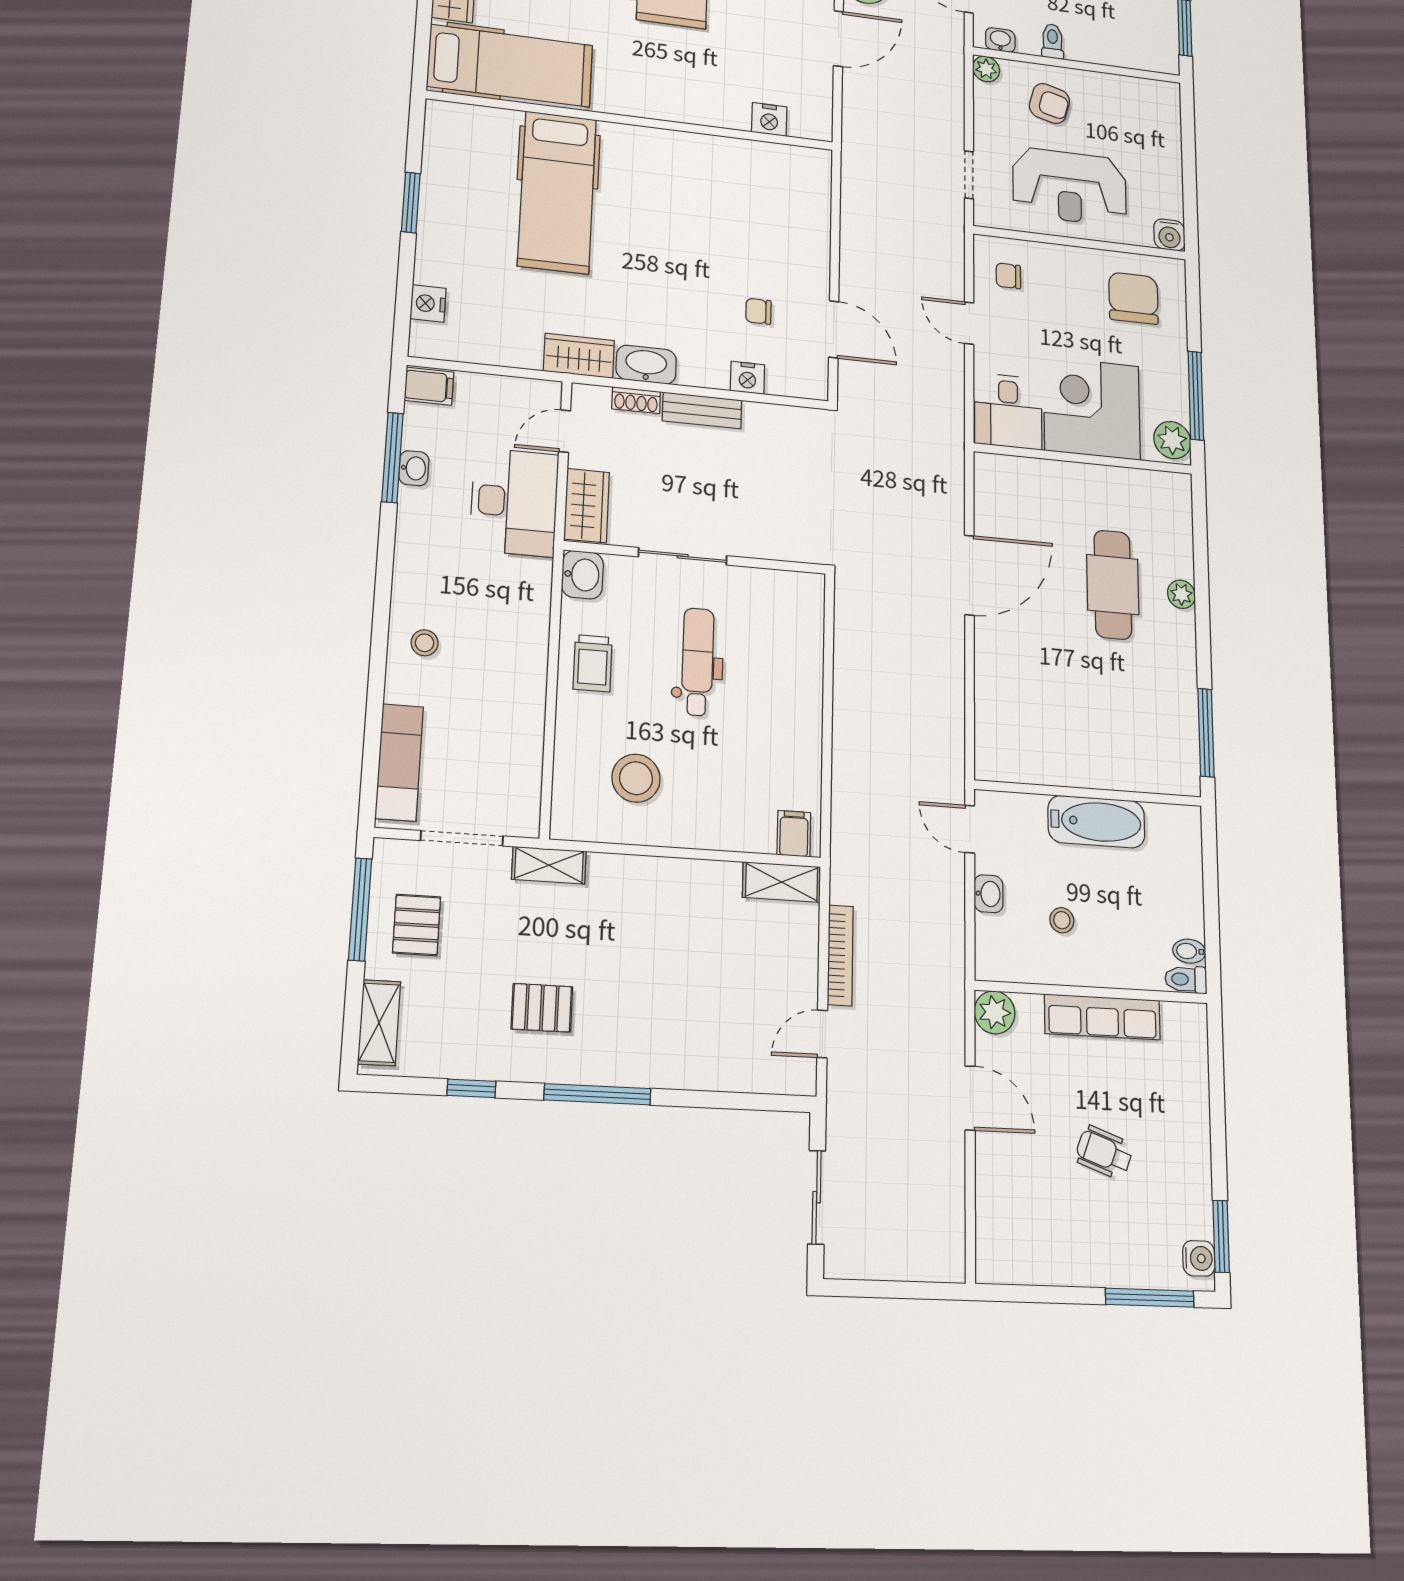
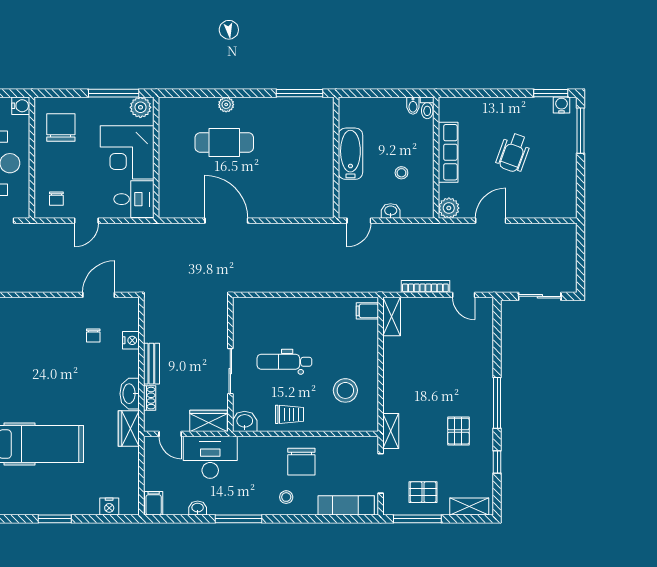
chair: (1133, 298) -> (61, 128), turned 90
window: (392, 457) -> (238, 519), moved
chair: (496, 679) -> (301, 462), added
wheelchair: (1104, 1152) -> (513, 153), width x1.36, depth x1.37

